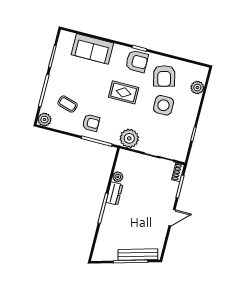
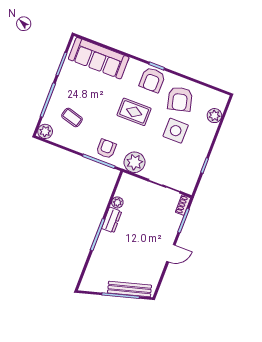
sofa: (92, 49) -> (99, 58), width x1.36
armchair: (137, 61) -> (152, 80), turned 90
armchair: (91, 123) -> (106, 149), moved, turned -90

